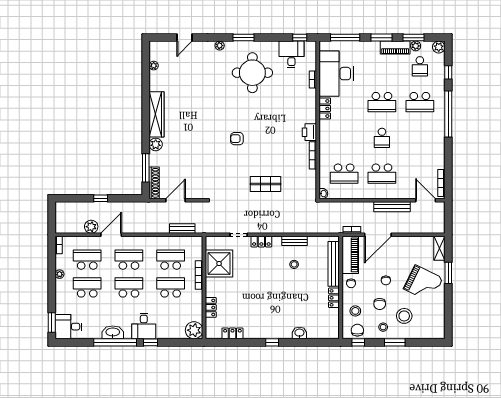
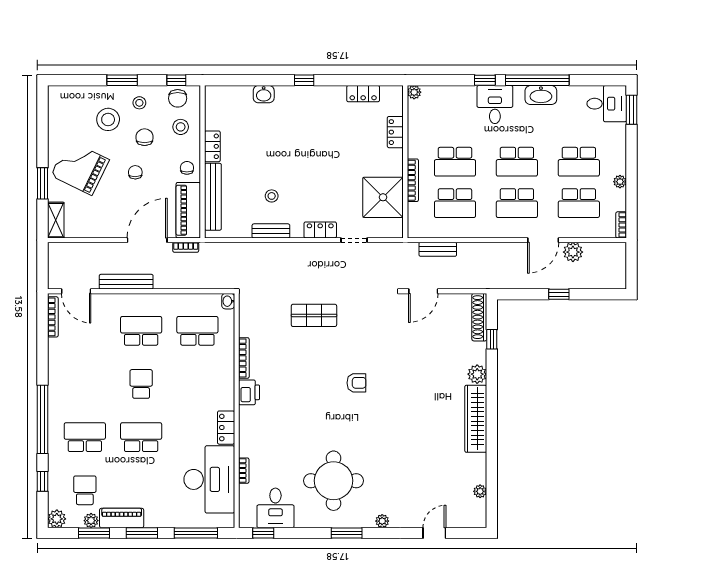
window: (146, 168) -> (492, 339), width x0.46
door: (175, 200) -> (423, 291), moved
plant: (194, 330) -> (414, 92), width x0.53, depth x0.53

